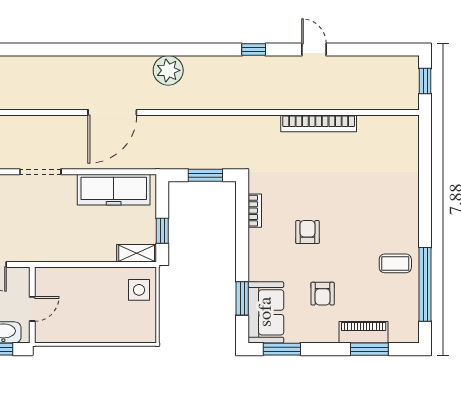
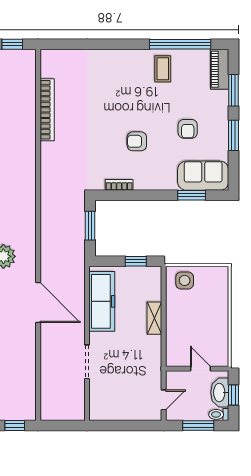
bookcase: (319, 123) -> (47, 110), moved
shelving: (137, 253) -> (154, 318), moved
armchair: (323, 294) -> (188, 129), turned 90
piano: (364, 332) -> (220, 69), moved
window: (282, 349) -> (234, 135), moved

